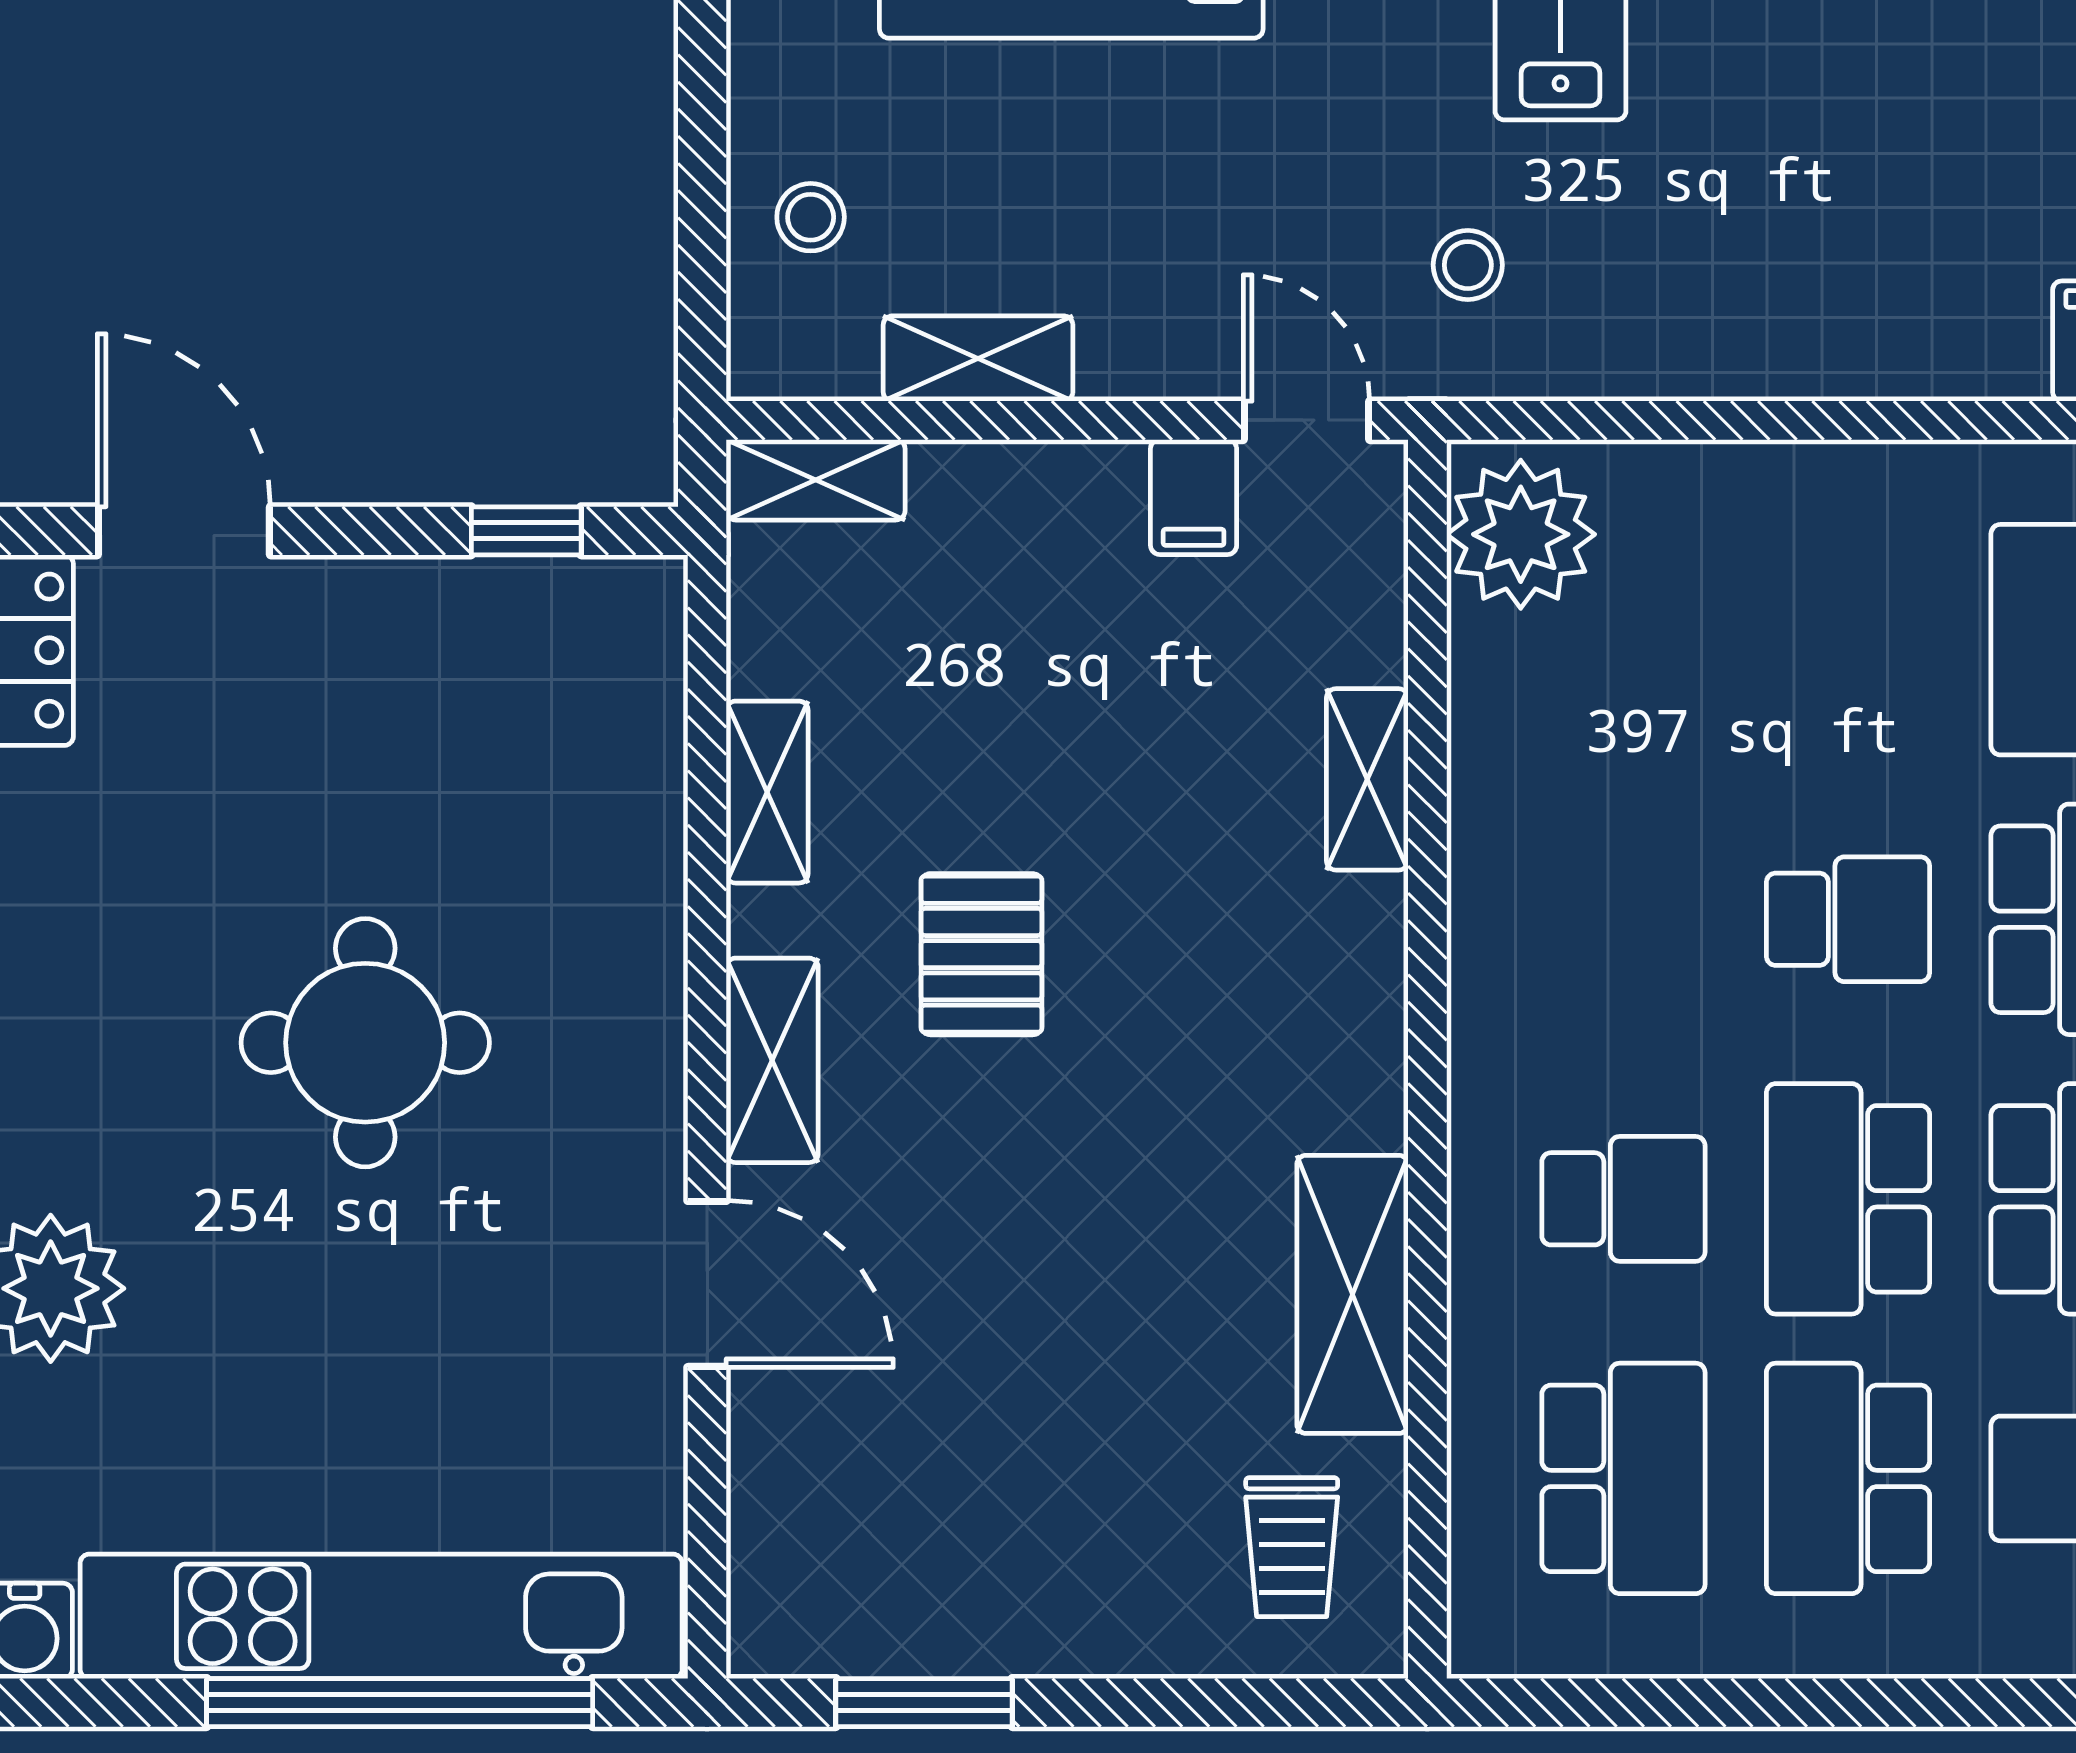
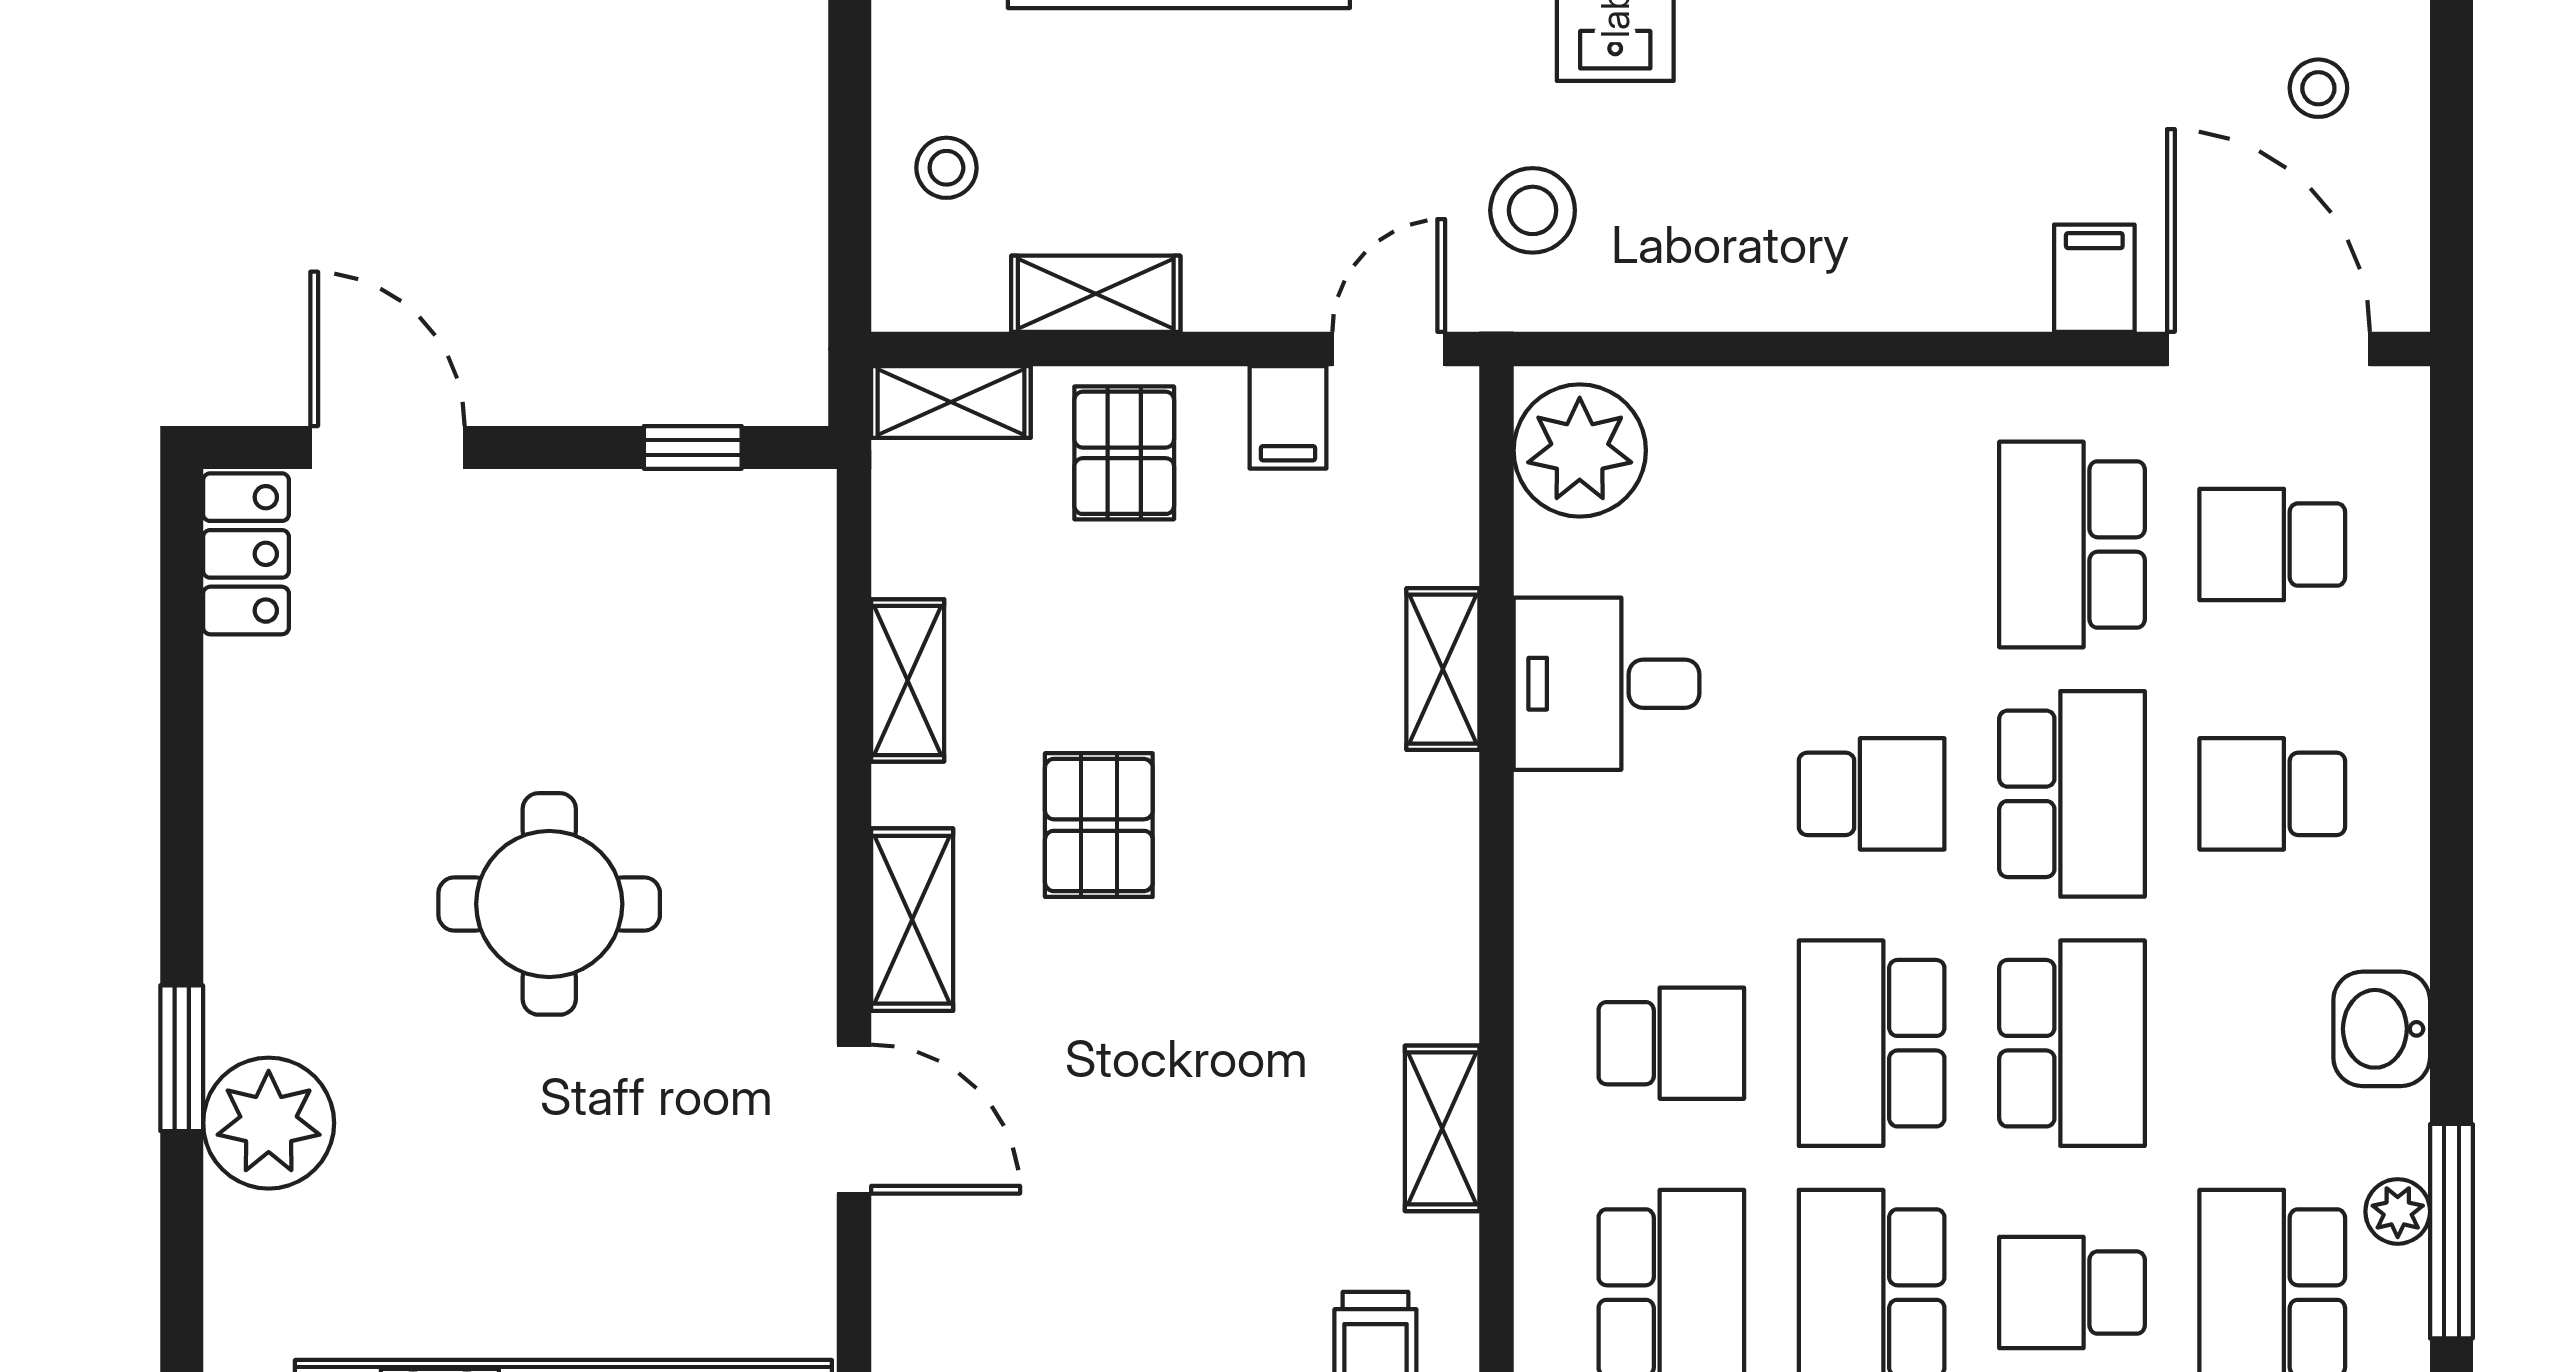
stool: (1468, 265) -> (1533, 210), width x1.37, depth x1.37
door: (1306, 420) -> (1389, 349), hinge flipped
pallet: (1010, 537) -> (1124, 453), added
desk: (1551, 796) -> (1606, 684), added
shelving: (1352, 1294) -> (1442, 1128), width x0.67, depth x0.75

